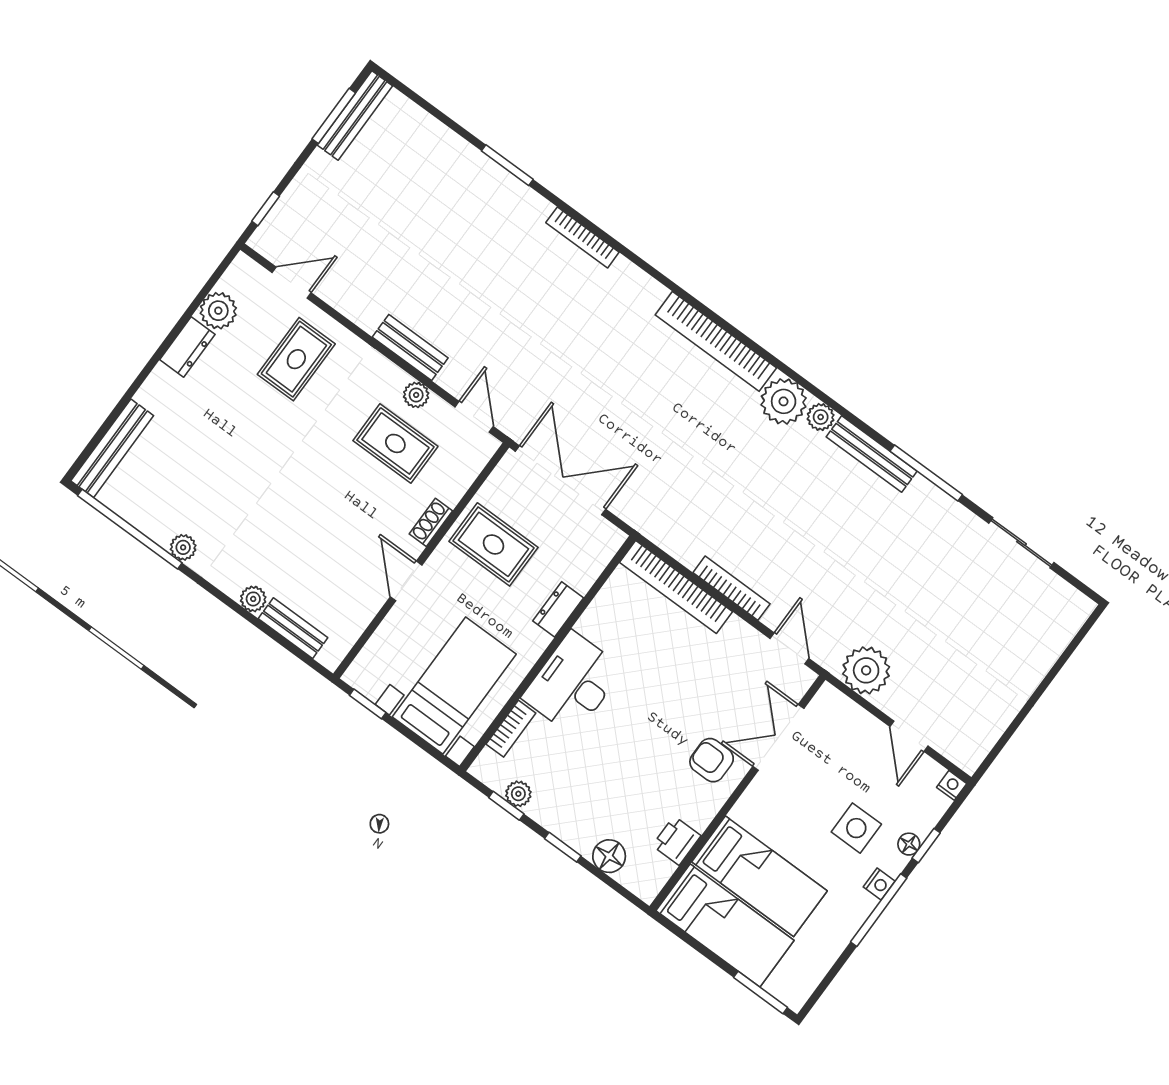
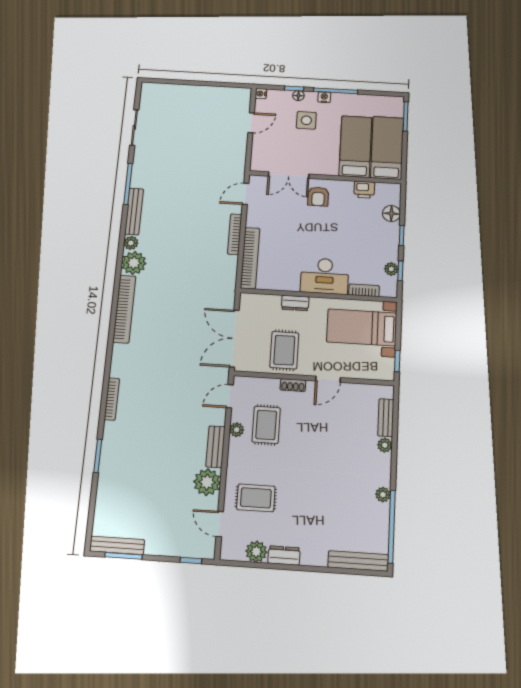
plant: (866, 670) -> (207, 482), moved

